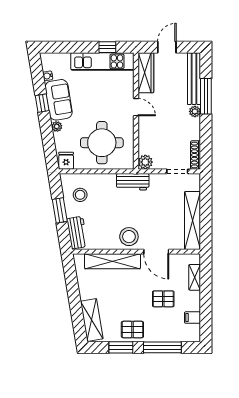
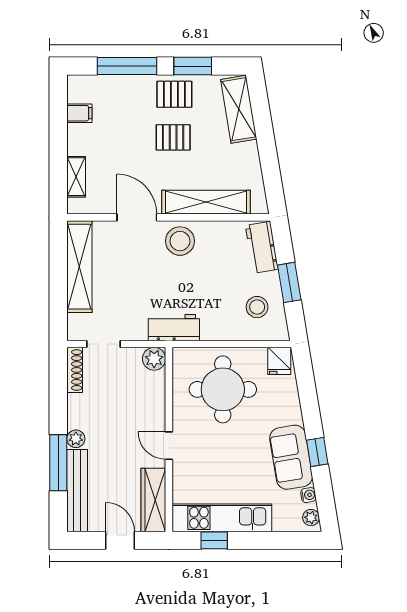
door: (167, 47) -> (120, 540), swing flipped
plant: (57, 127) -> (311, 518), moved
pallet: (163, 299) -> (173, 137), moved

